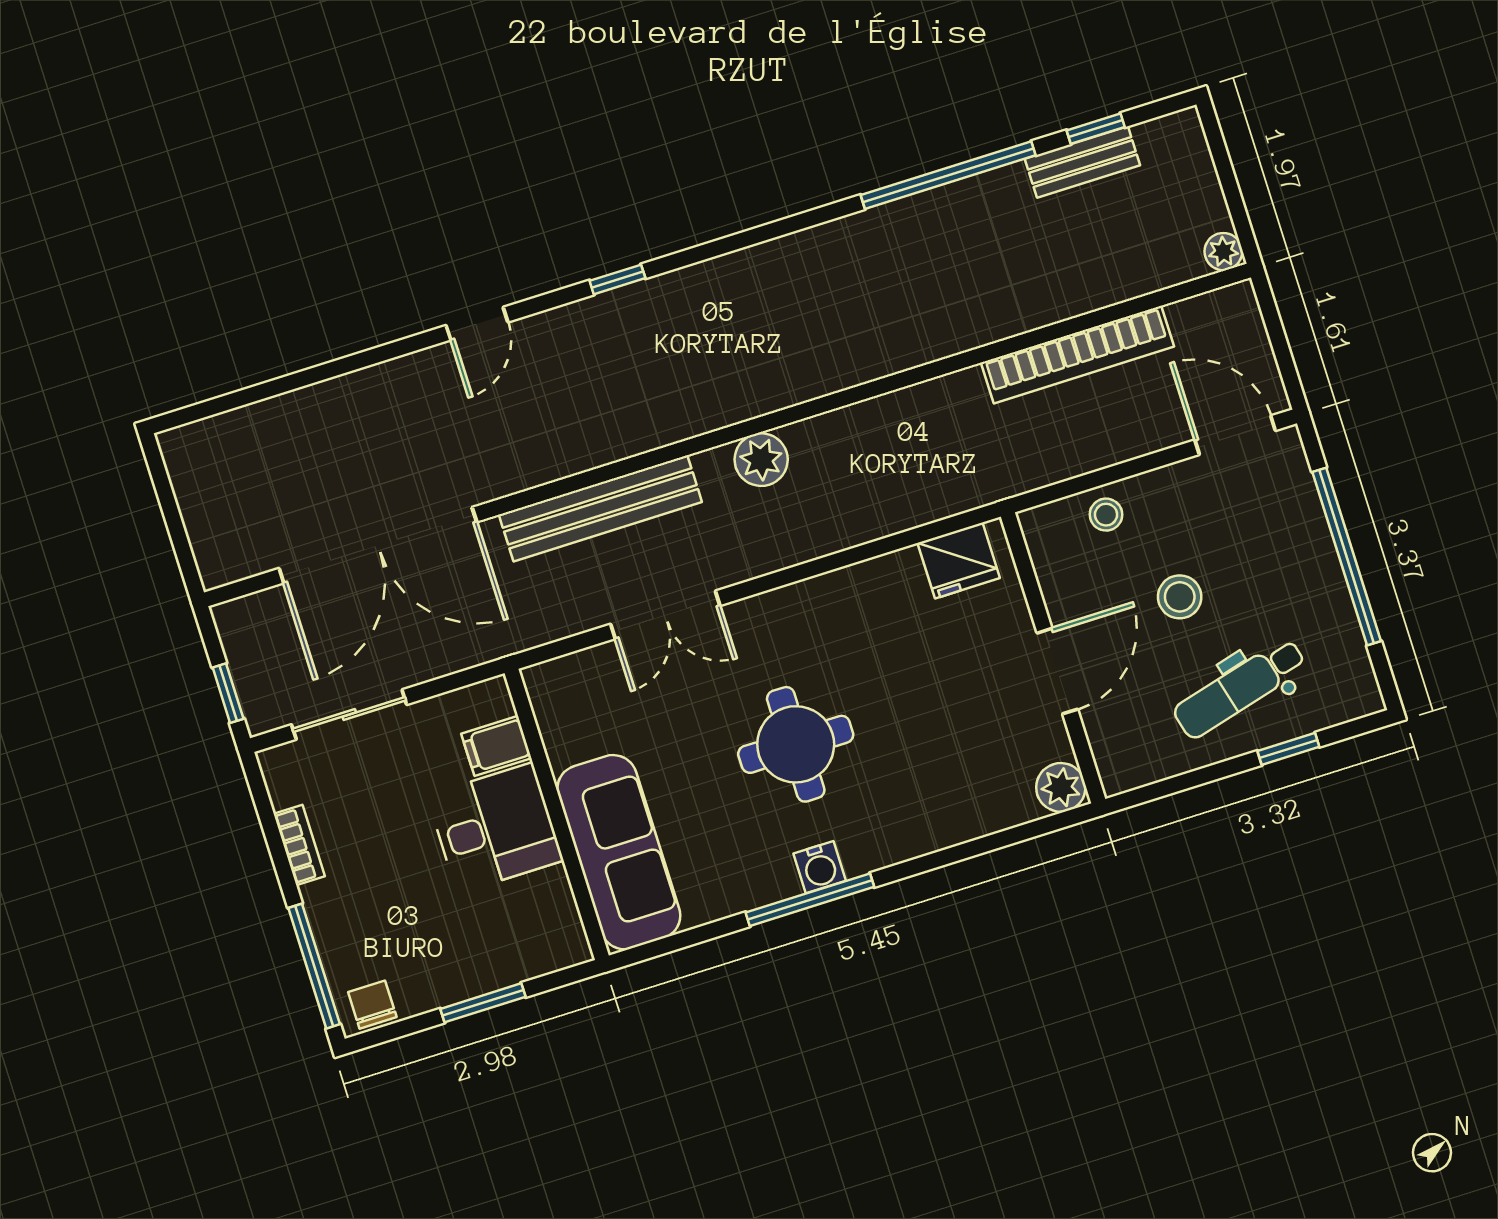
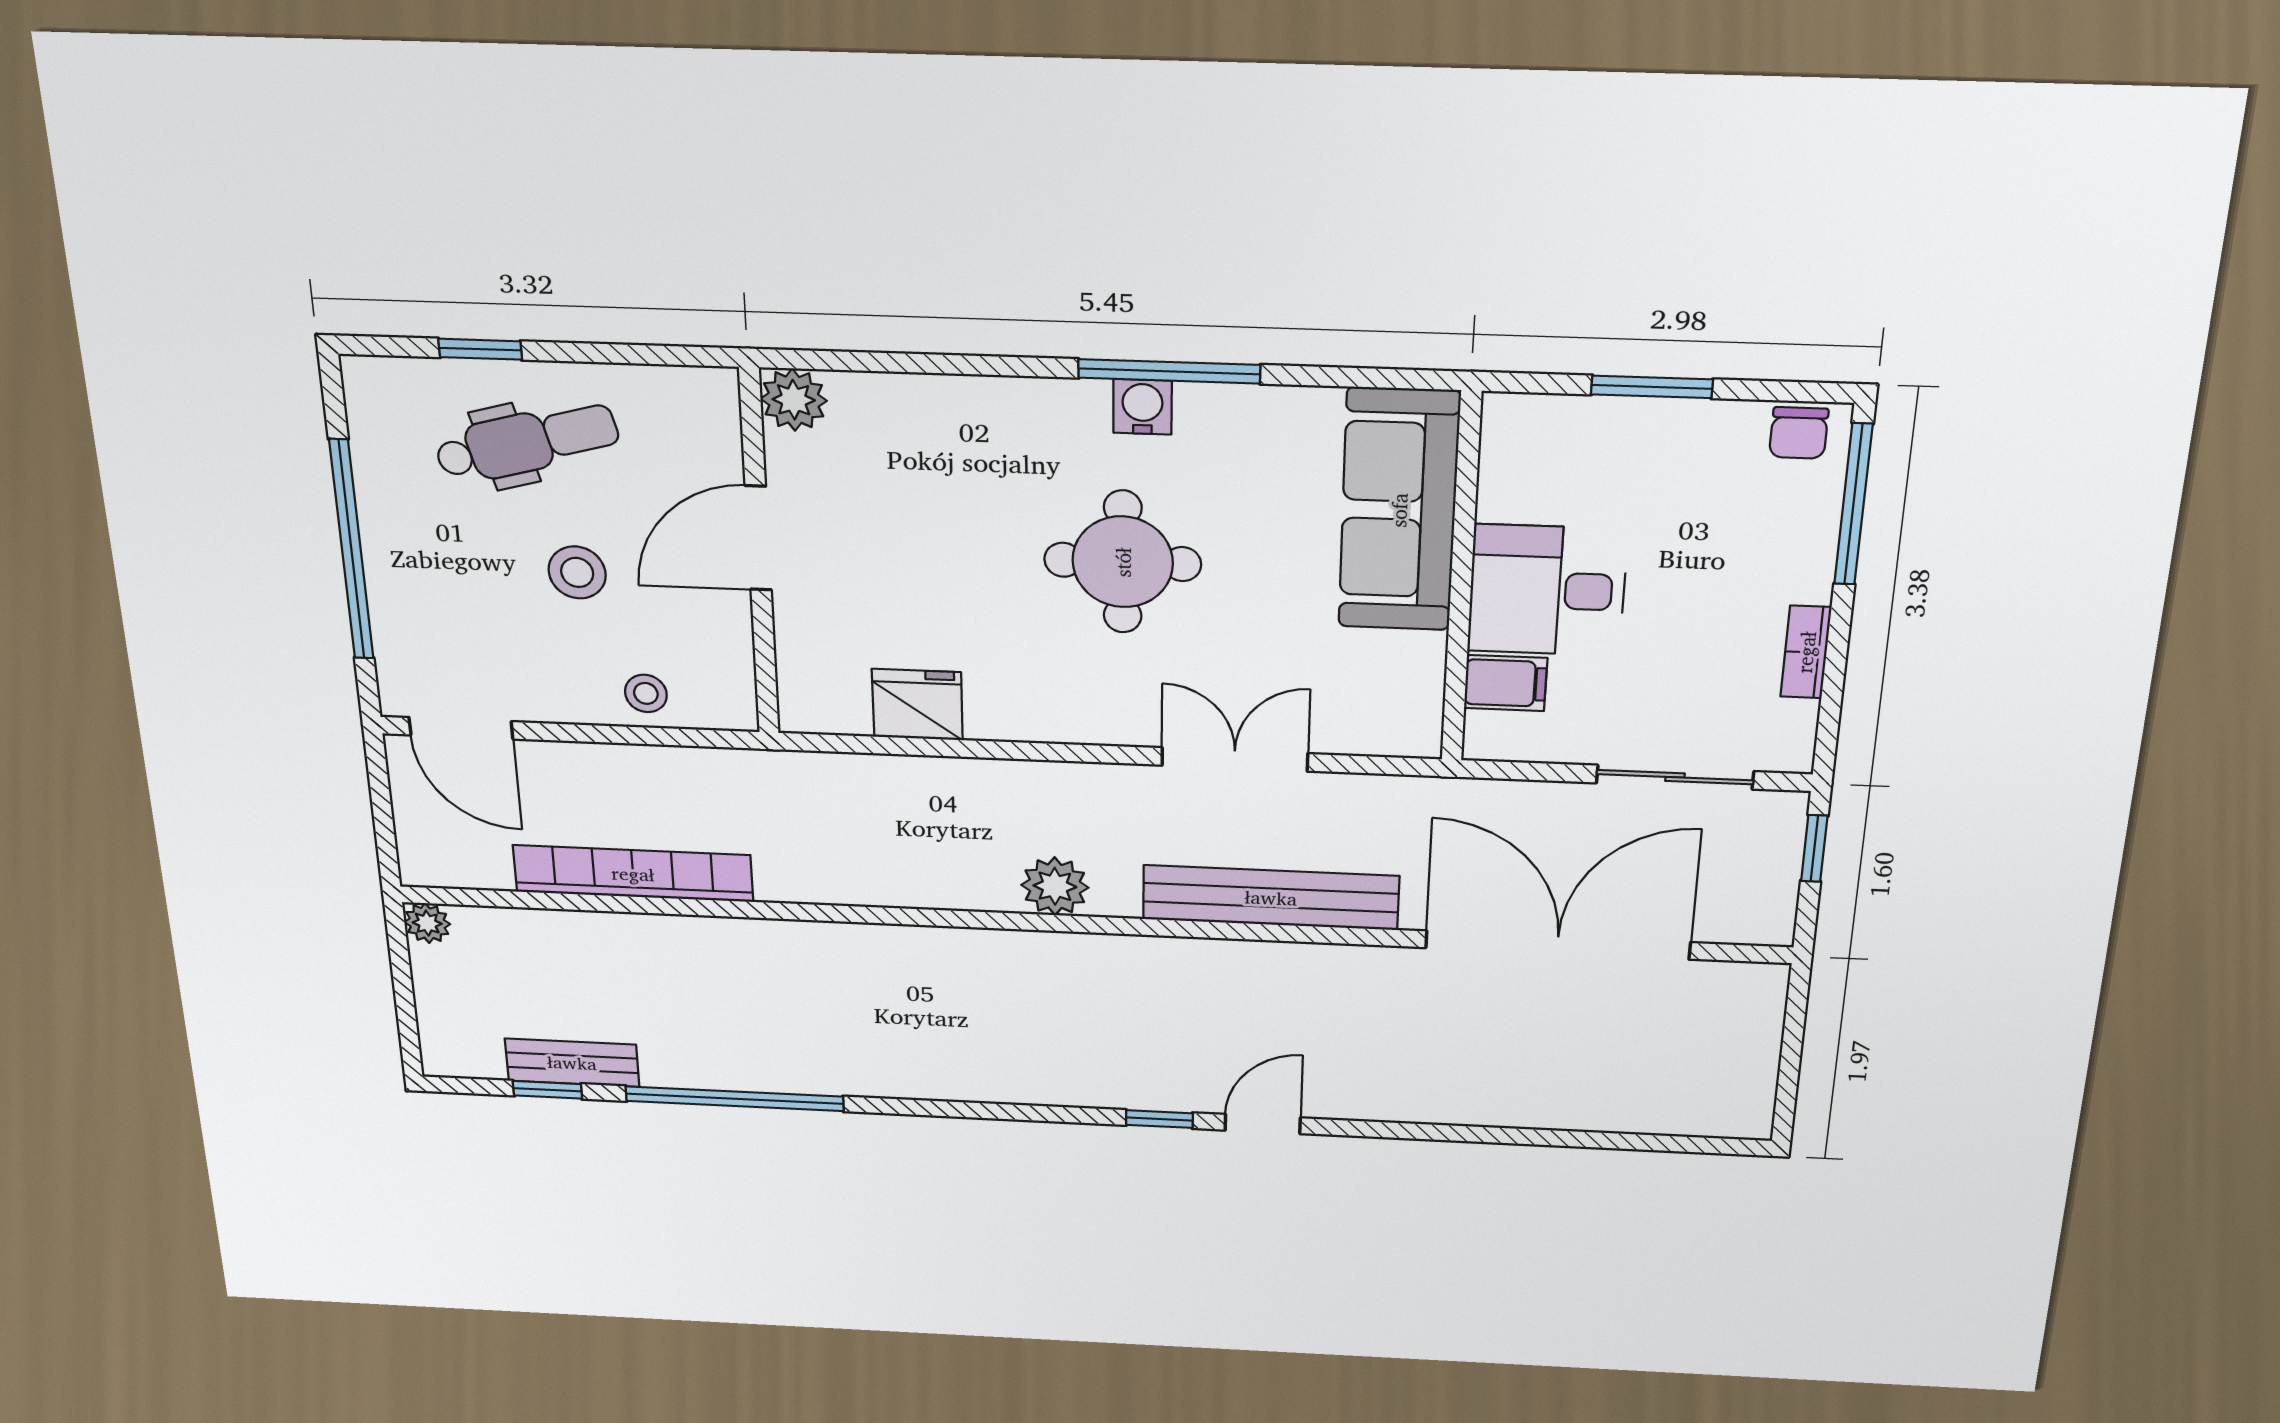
door: (477, 324) -> (1263, 1124), moved
fridge: (959, 561) -> (917, 705), moved

